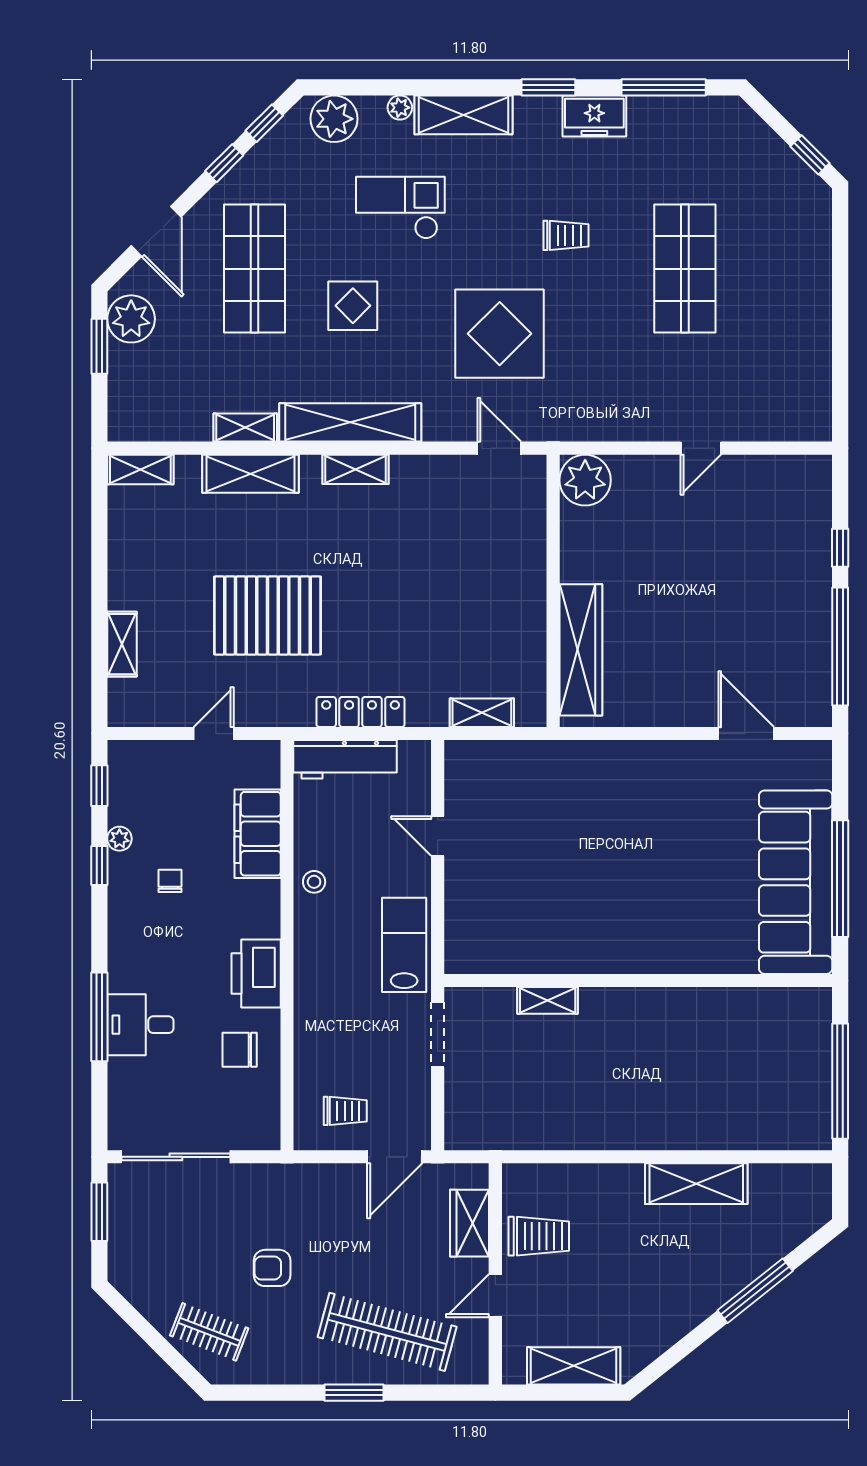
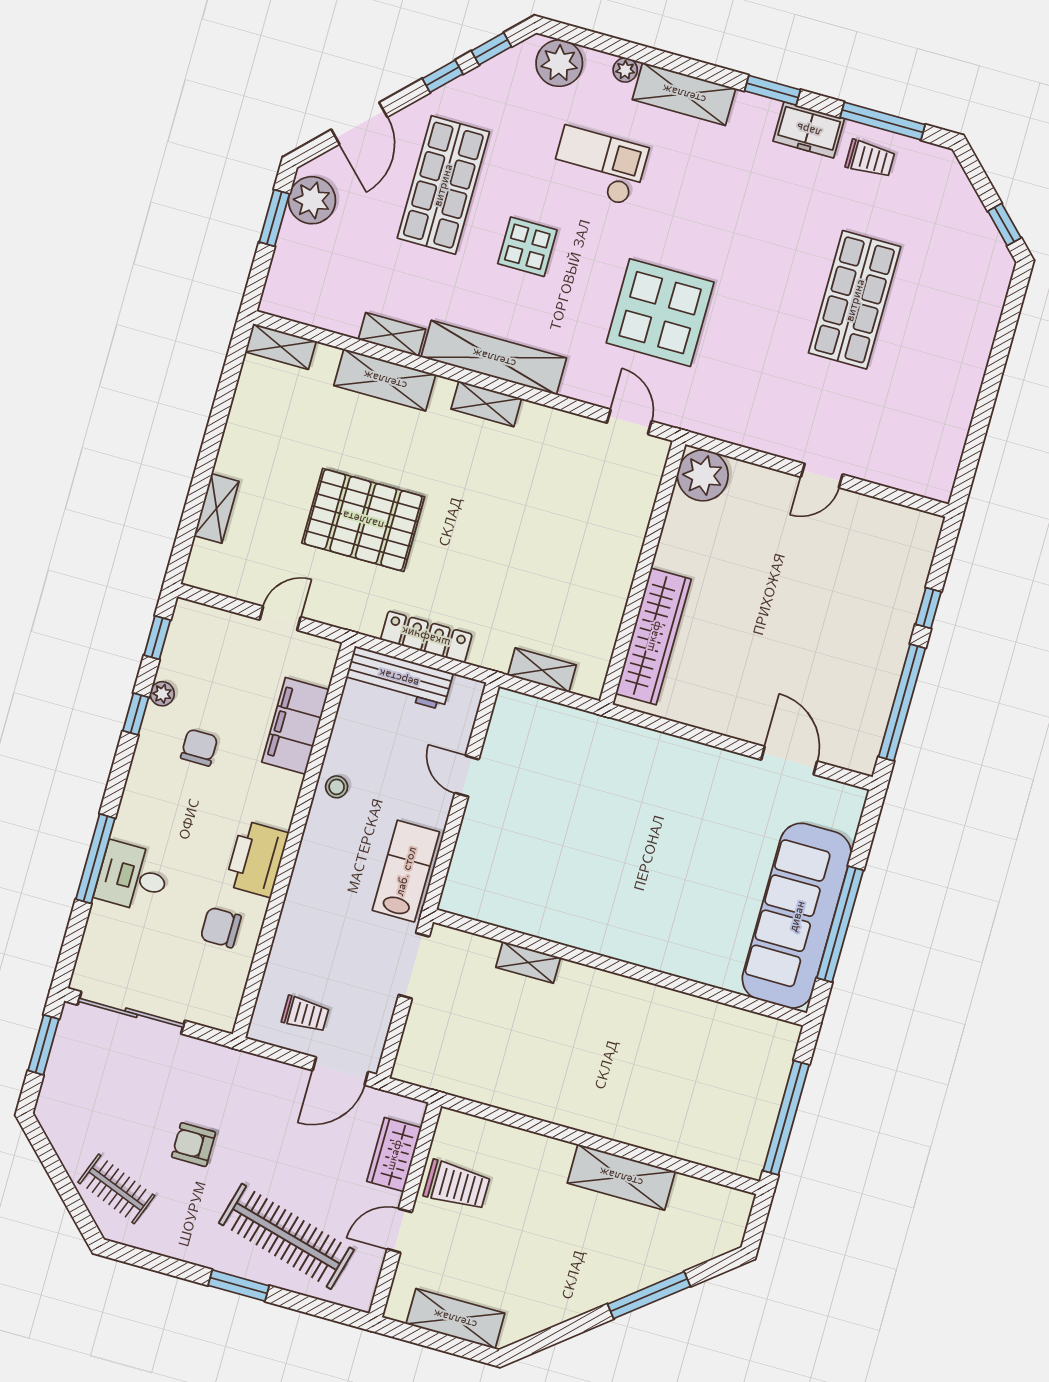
trolley: (566, 235) -> (870, 159), moved
chair: (170, 881) -> (199, 748), width x1.37, depth x1.37

